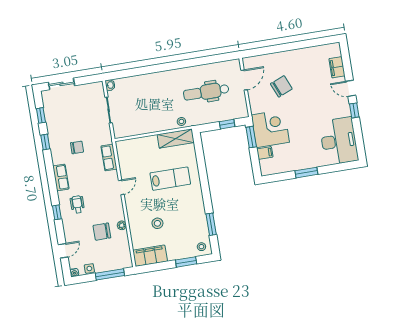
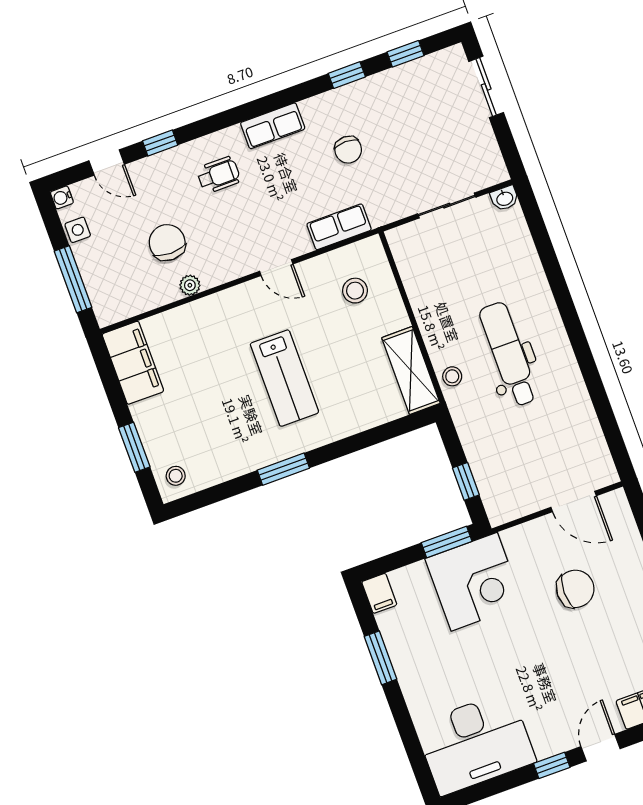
chair: (281, 86) -> (575, 589), turned -68
dental chair: (206, 92) -> (509, 354), moved
filing cabinet: (265, 153) -> (379, 593), moved
window: (306, 173) -> (381, 658), moved
lab bench: (170, 179) -> (284, 378), moved
window: (57, 212) -> (160, 143), moved
stool: (157, 223) -> (355, 291), moved
window: (211, 224) -> (283, 469), moved

